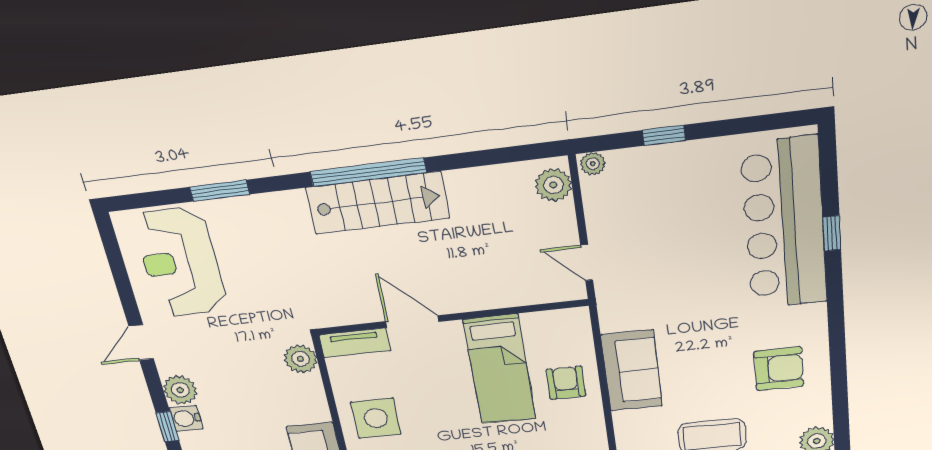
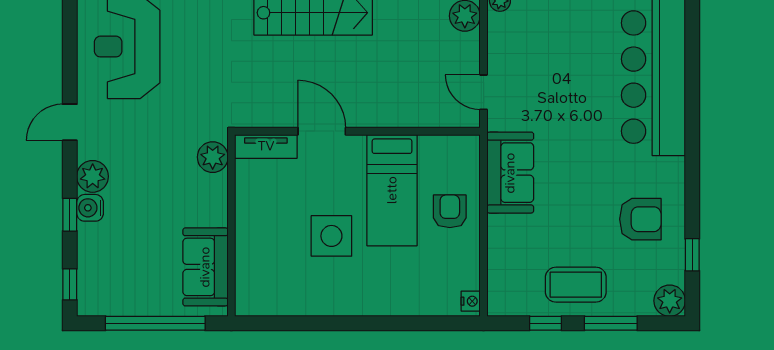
window: (832, 233) -> (692, 255), moved
sofa: (632, 371) -> (510, 173), moved
side table: (376, 418) -> (331, 236), moved

